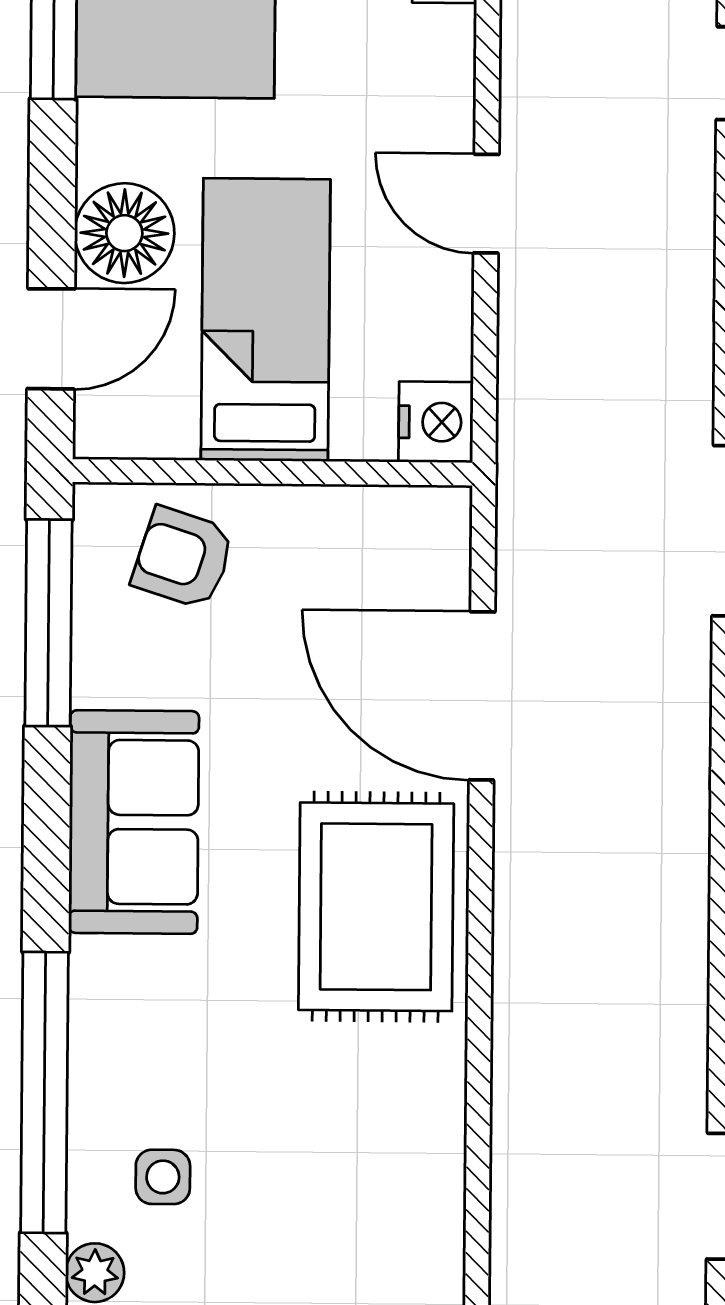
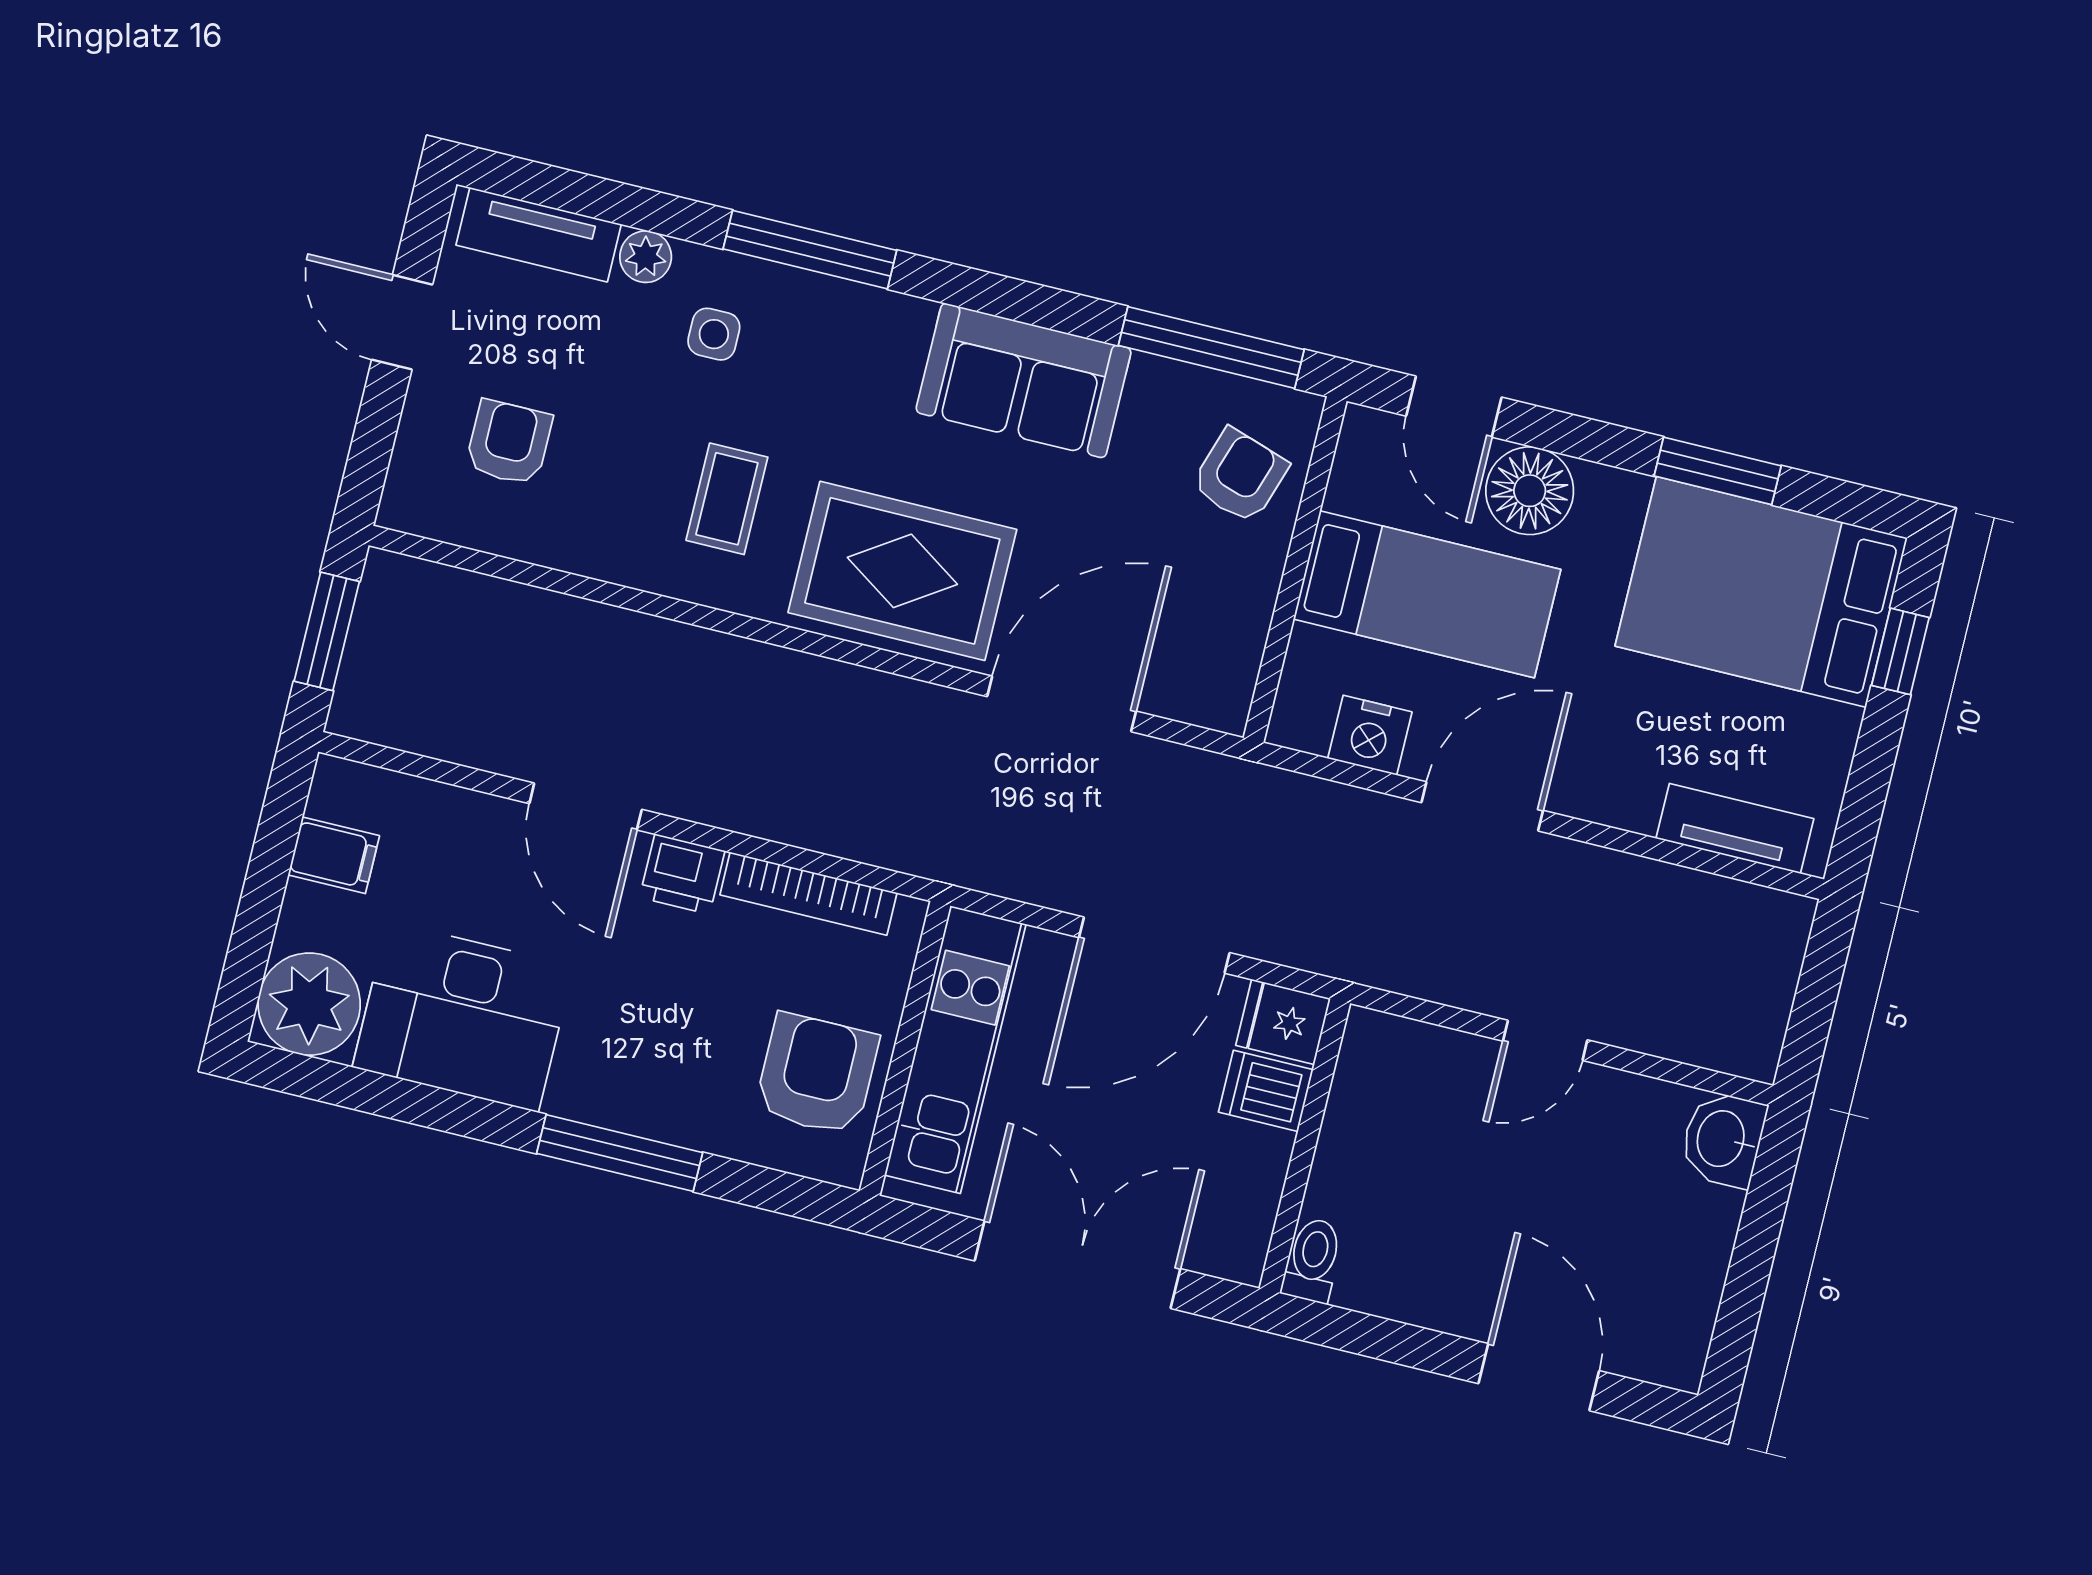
door: (486, 204) -> (1482, 806), width x1.38
nightstand: (436, 422) -> (1370, 735), moved
window: (44, 1093) -> (810, 250), width x0.68
coffee table: (342, 1120) -> (727, 499), added

